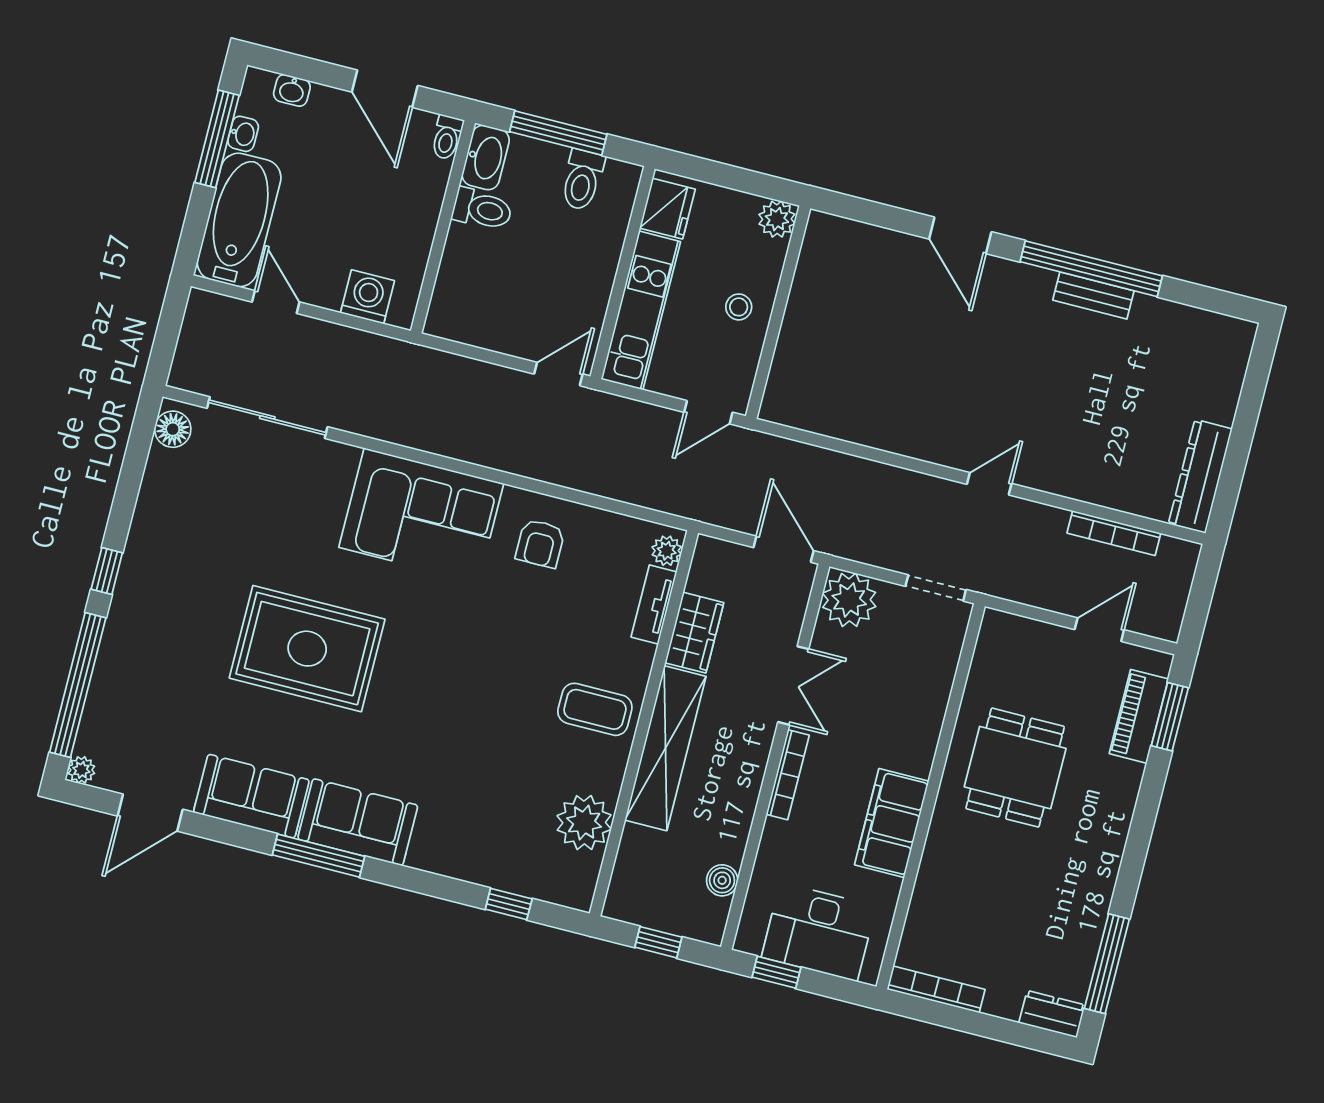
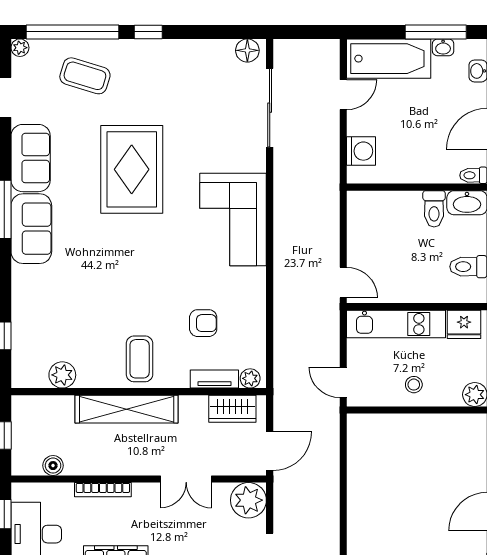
armchair: (540, 544) -> (203, 323), moved, turned 180
wardrobe: (694, 633) -> (232, 409), moved
coffee table: (149, 683) -> (85, 76), added
bookcase: (788, 775) -> (103, 490), moved
plant: (584, 823) -> (62, 375), width x0.73, depth x0.73

